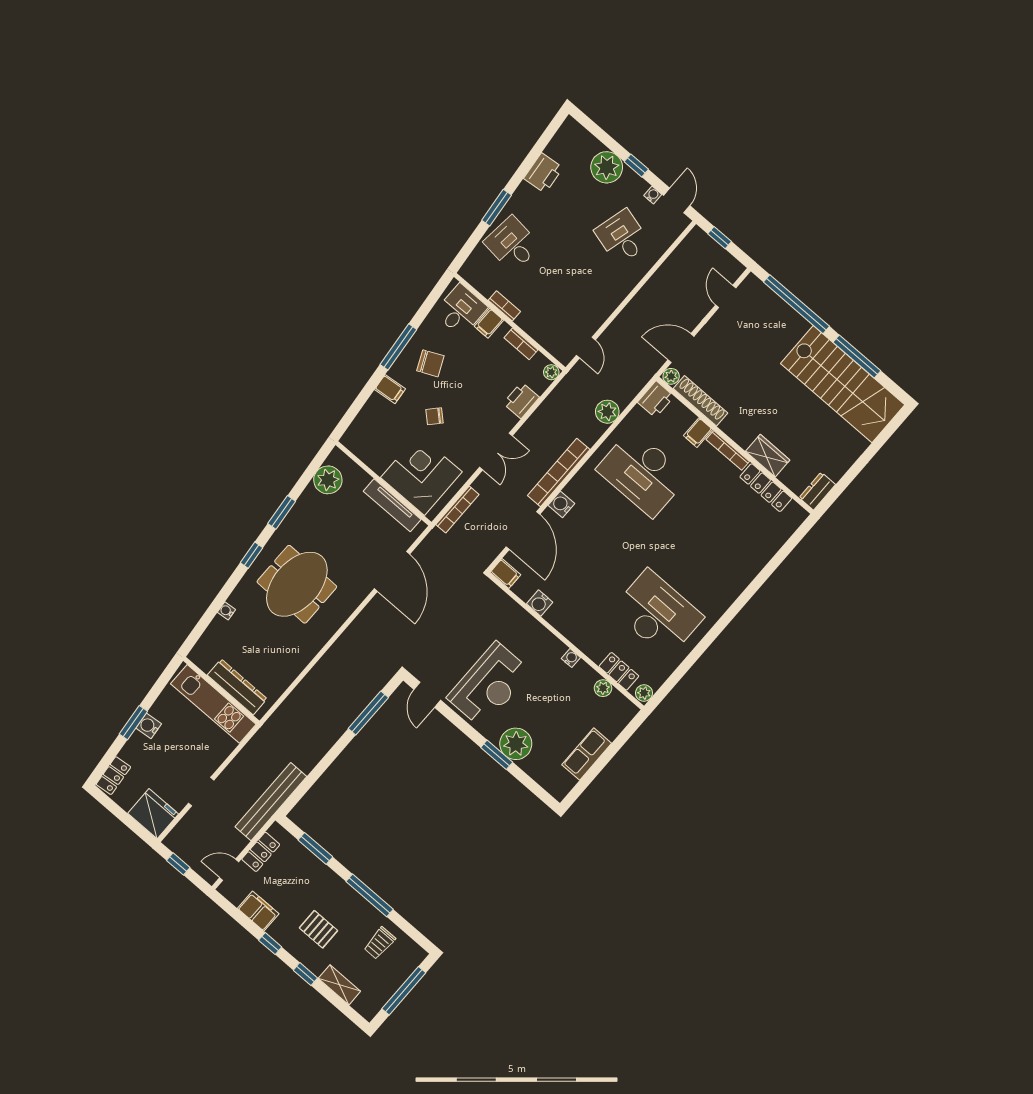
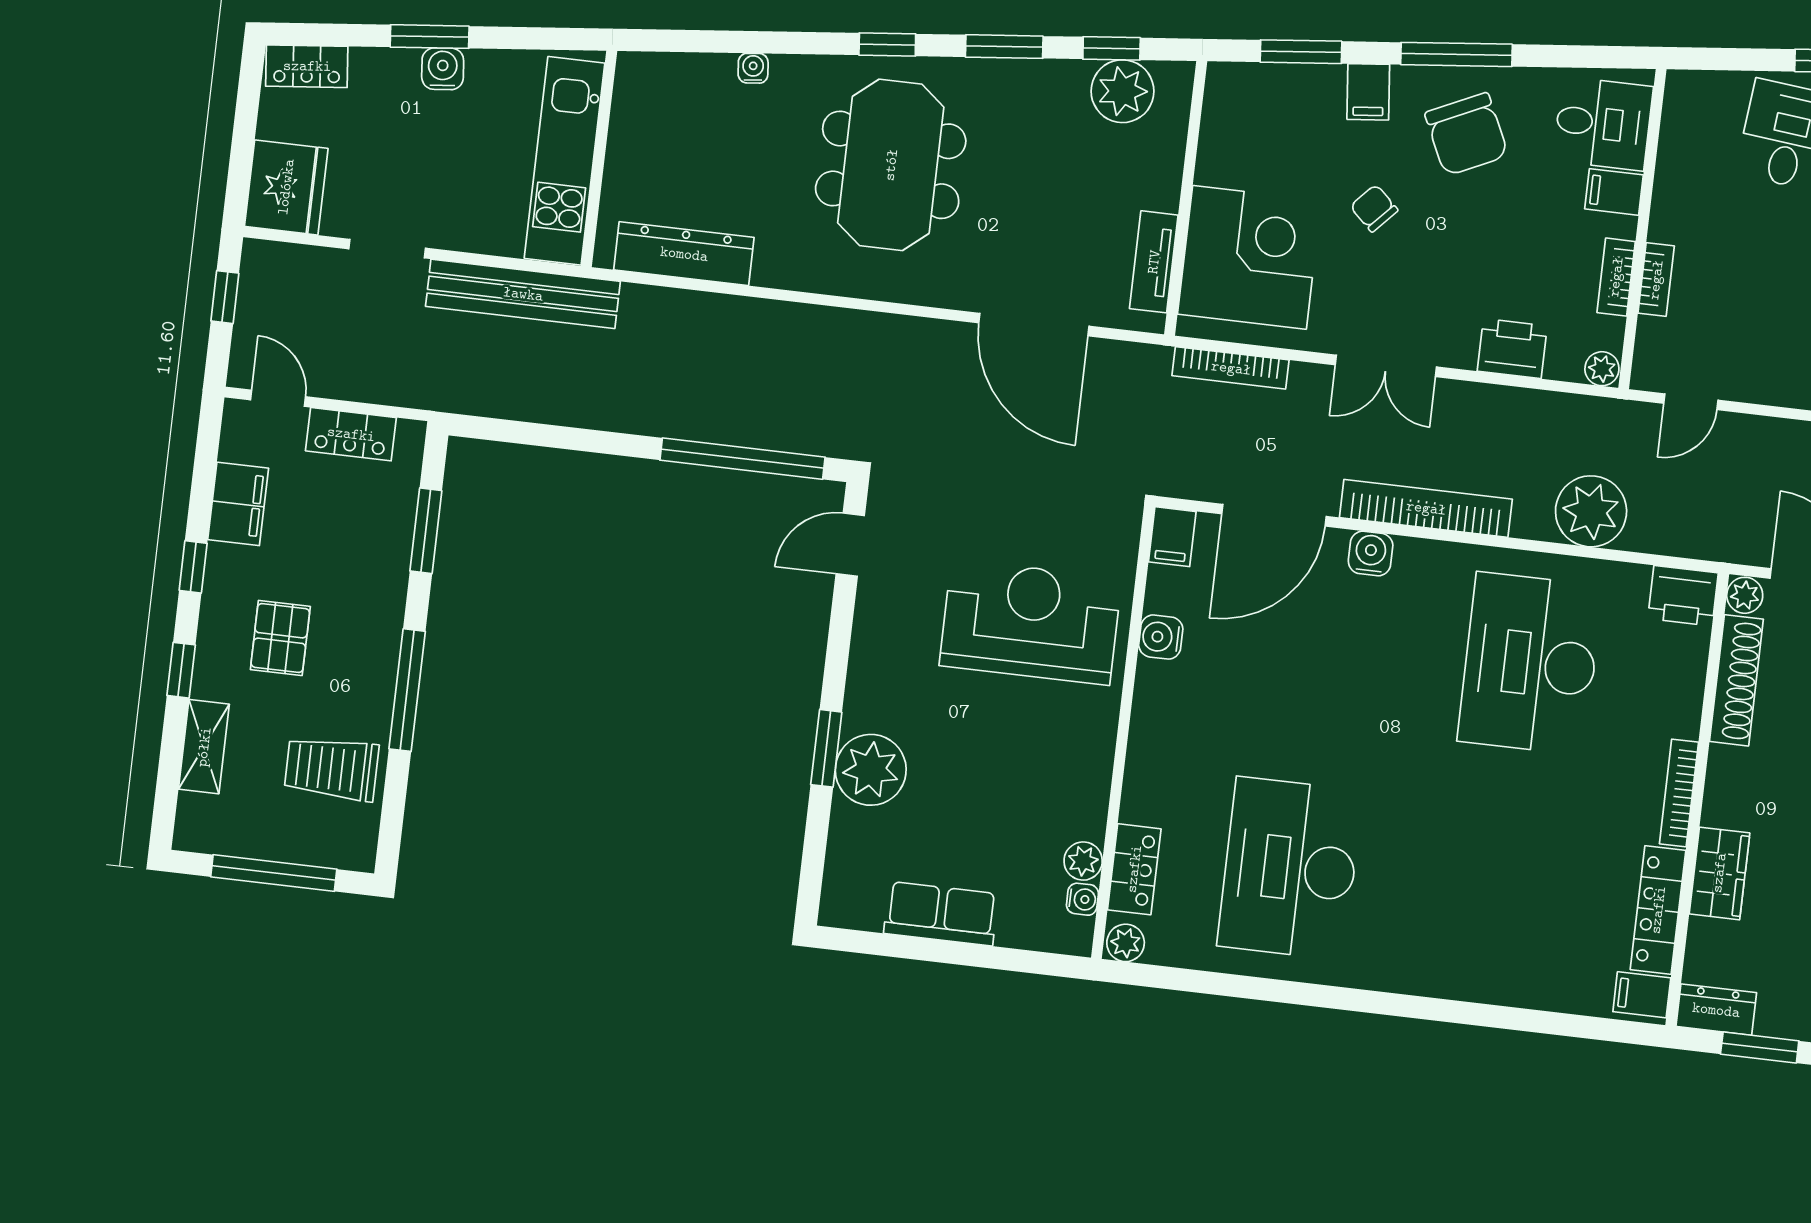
bookcase: (504, 306) -> (1656, 280), moved
chair: (430, 363) -> (1467, 134), width x1.37, depth x1.37
window: (358, 404) -> (1301, 52), added
plant: (607, 412) -> (1591, 511), width x1.36, depth x1.36
filing cabinet: (698, 433) -> (1642, 995), moved
window: (309, 473) -> (1112, 48), added
window: (842, 485) -> (1760, 1048), added
tv unit: (392, 505) -> (1154, 262), width x0.71
door: (392, 571) -> (1034, 325), hinge flipped
meeting table: (297, 584) -> (891, 165), turned 90
desk: (658, 613) -> (1290, 868), turned 180
water cooler: (571, 658) -> (1082, 899), moved
reception desk: (489, 685) -> (1031, 622), moved, turned 180
dresser: (237, 687) -> (684, 254), moved, turned -90
window: (368, 713) -> (743, 459), width x1.46
bench: (271, 802) -> (523, 294), moved
trolley: (380, 943) -> (332, 768), width x1.36, depth x1.39

